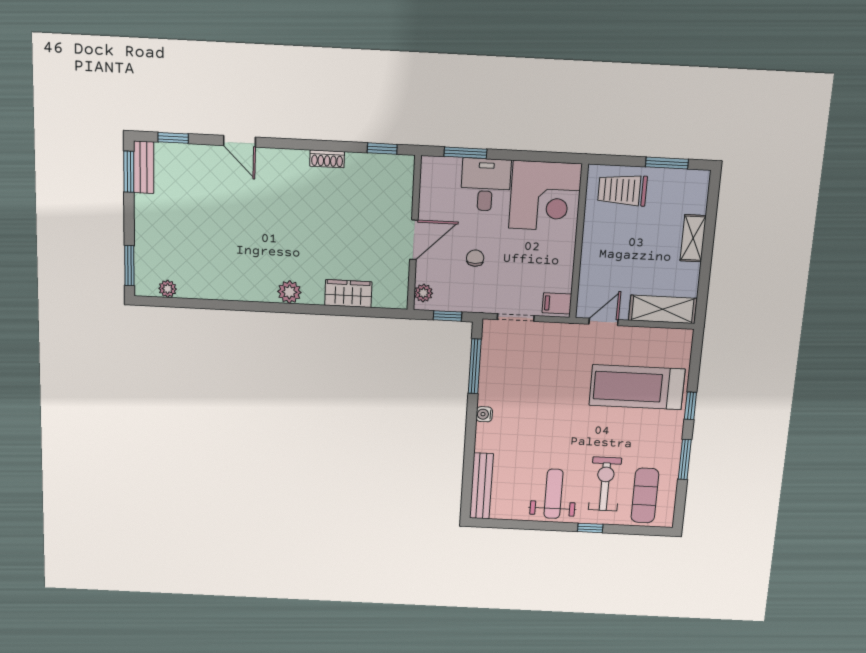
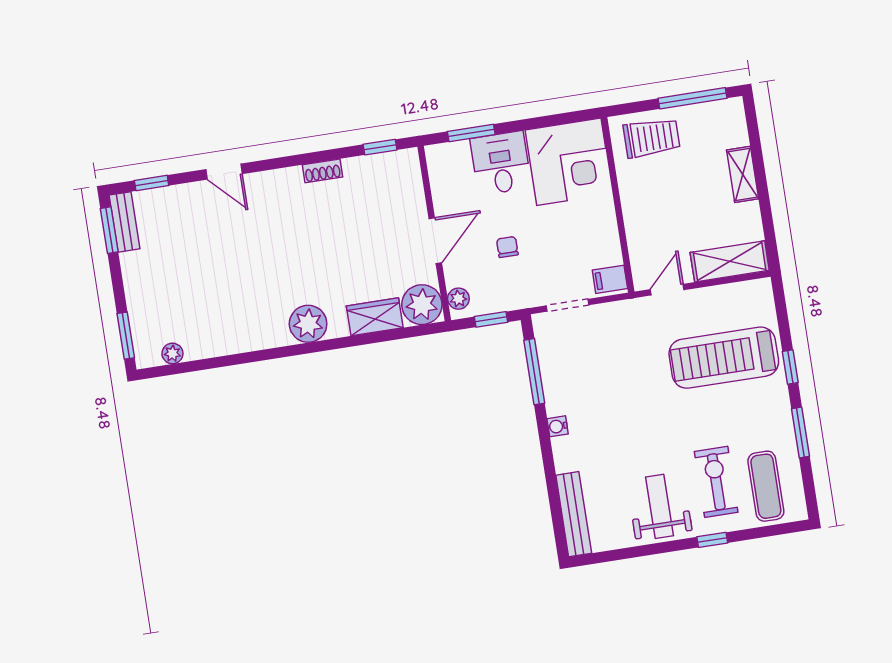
window: (667, 163) -> (692, 98), width x1.44
trolley: (622, 190) -> (652, 138), turned 180
plant: (289, 292) -> (308, 324), width x1.36, depth x1.36
plant: (391, 292) -> (422, 305), added

